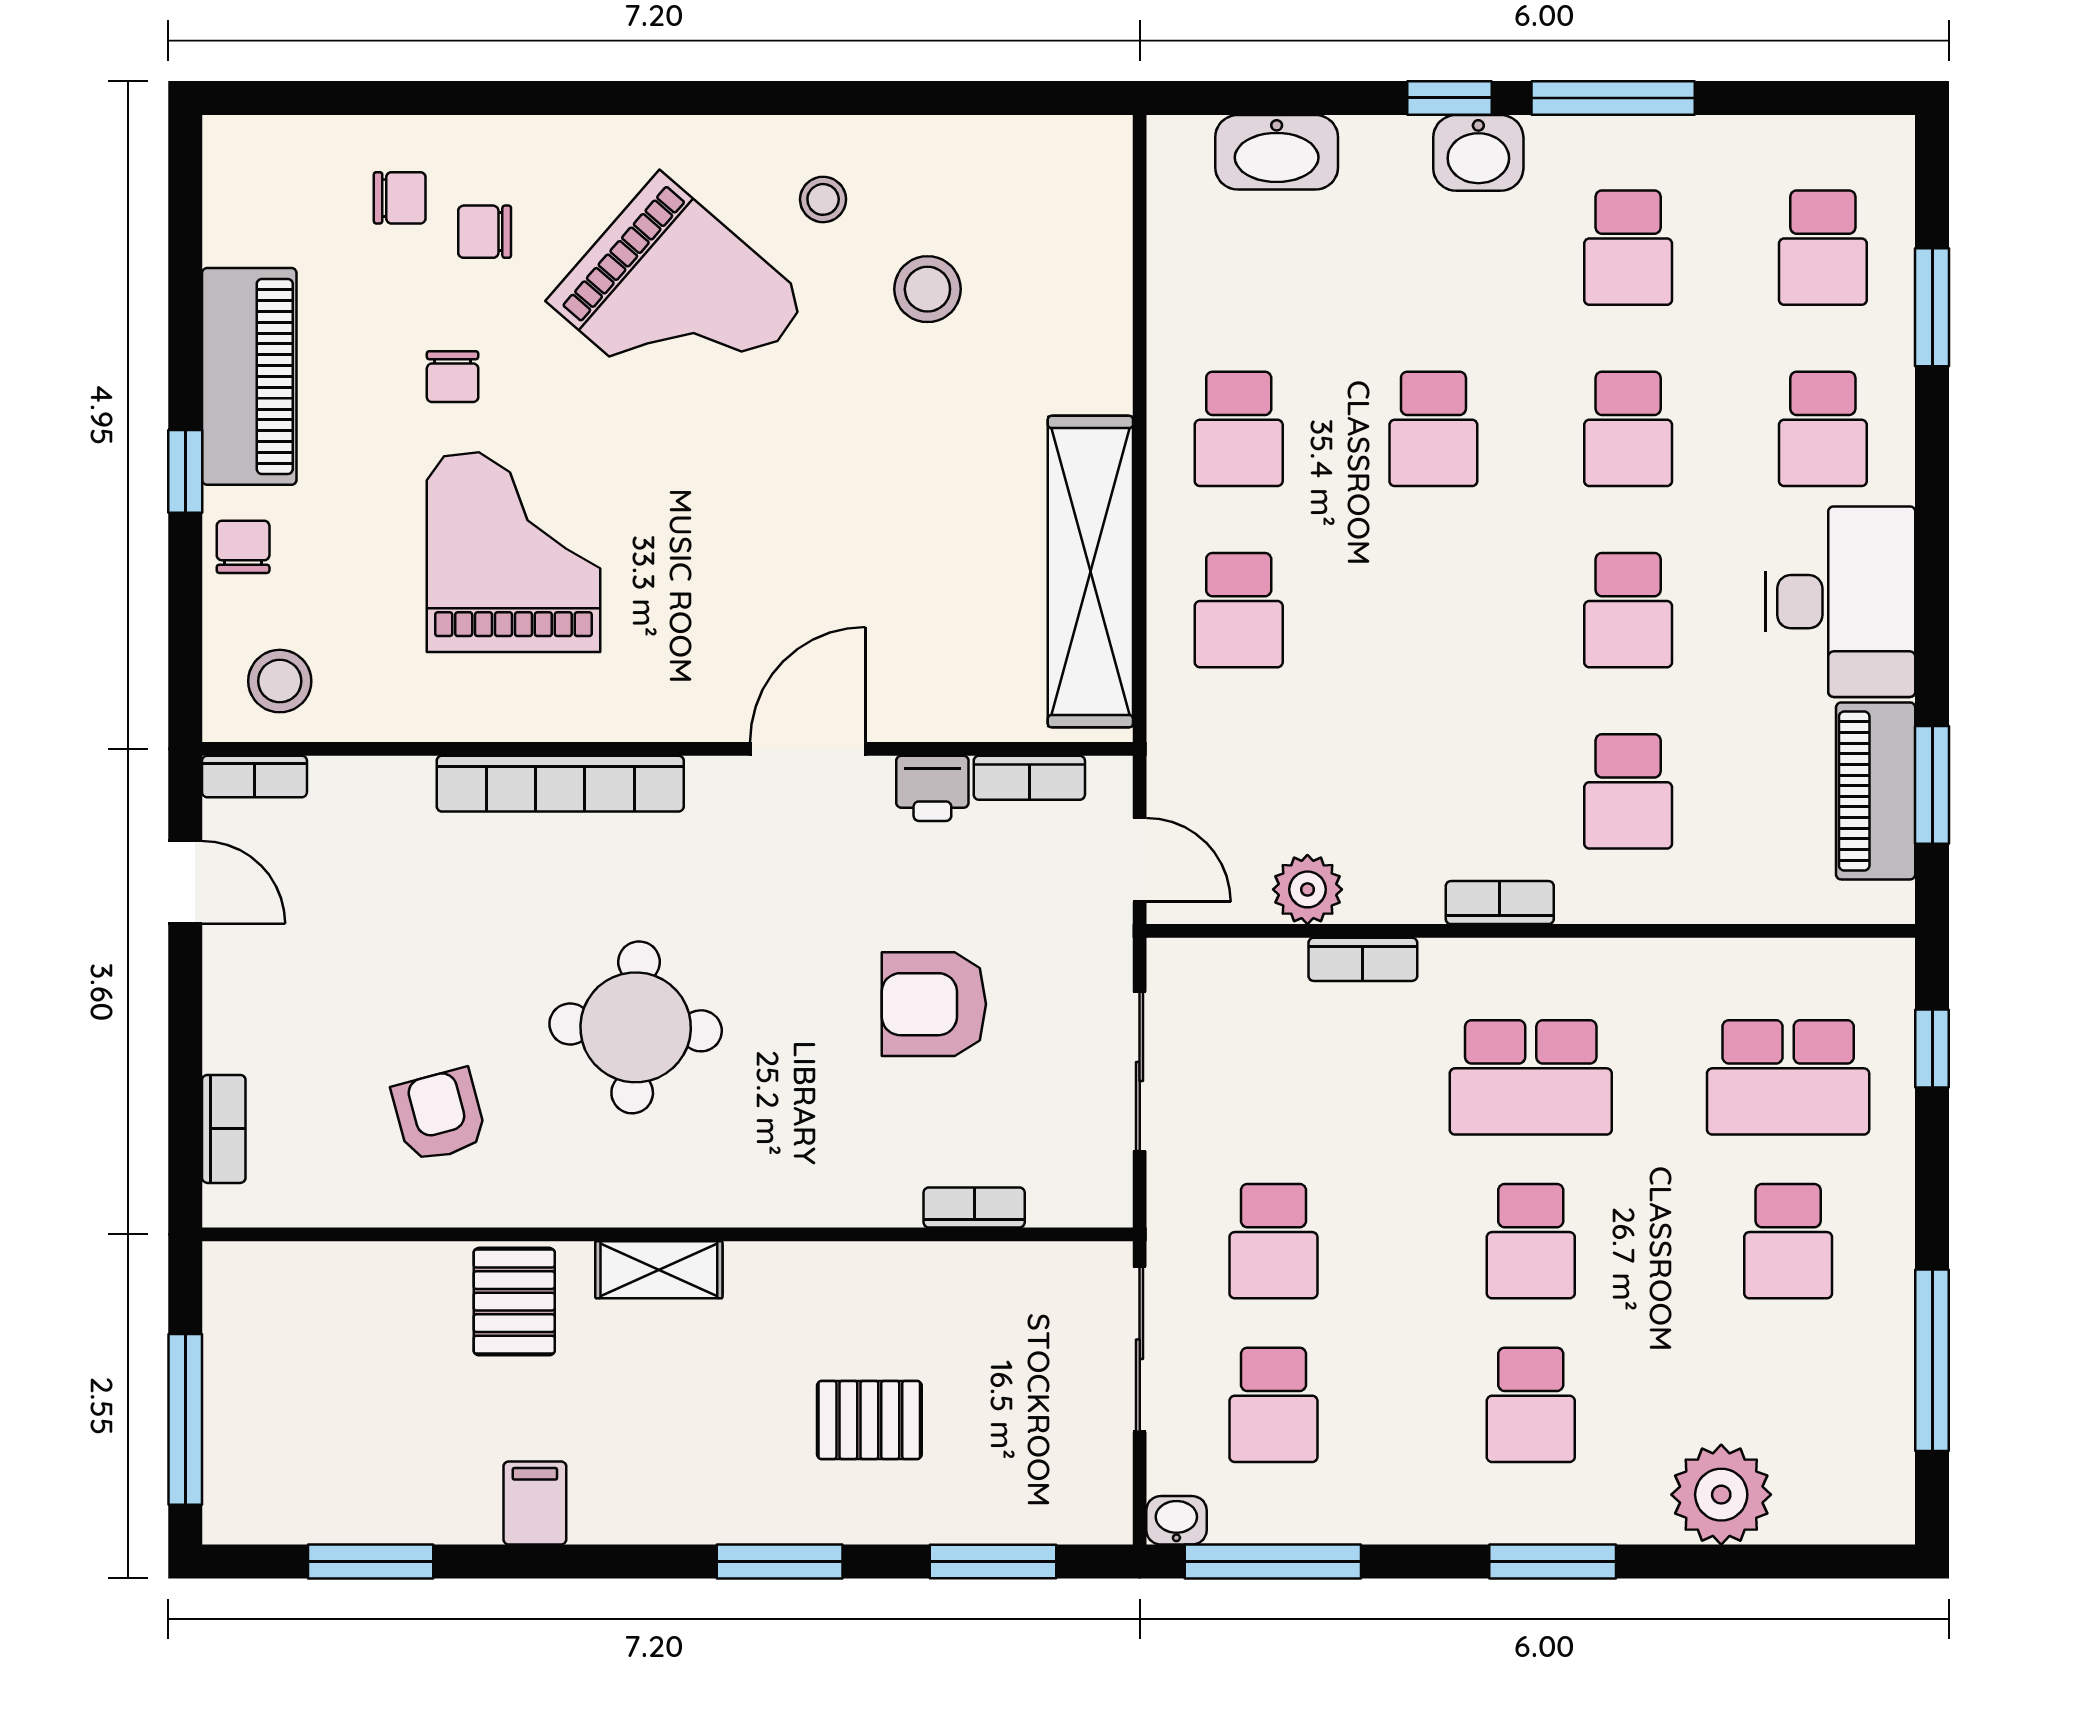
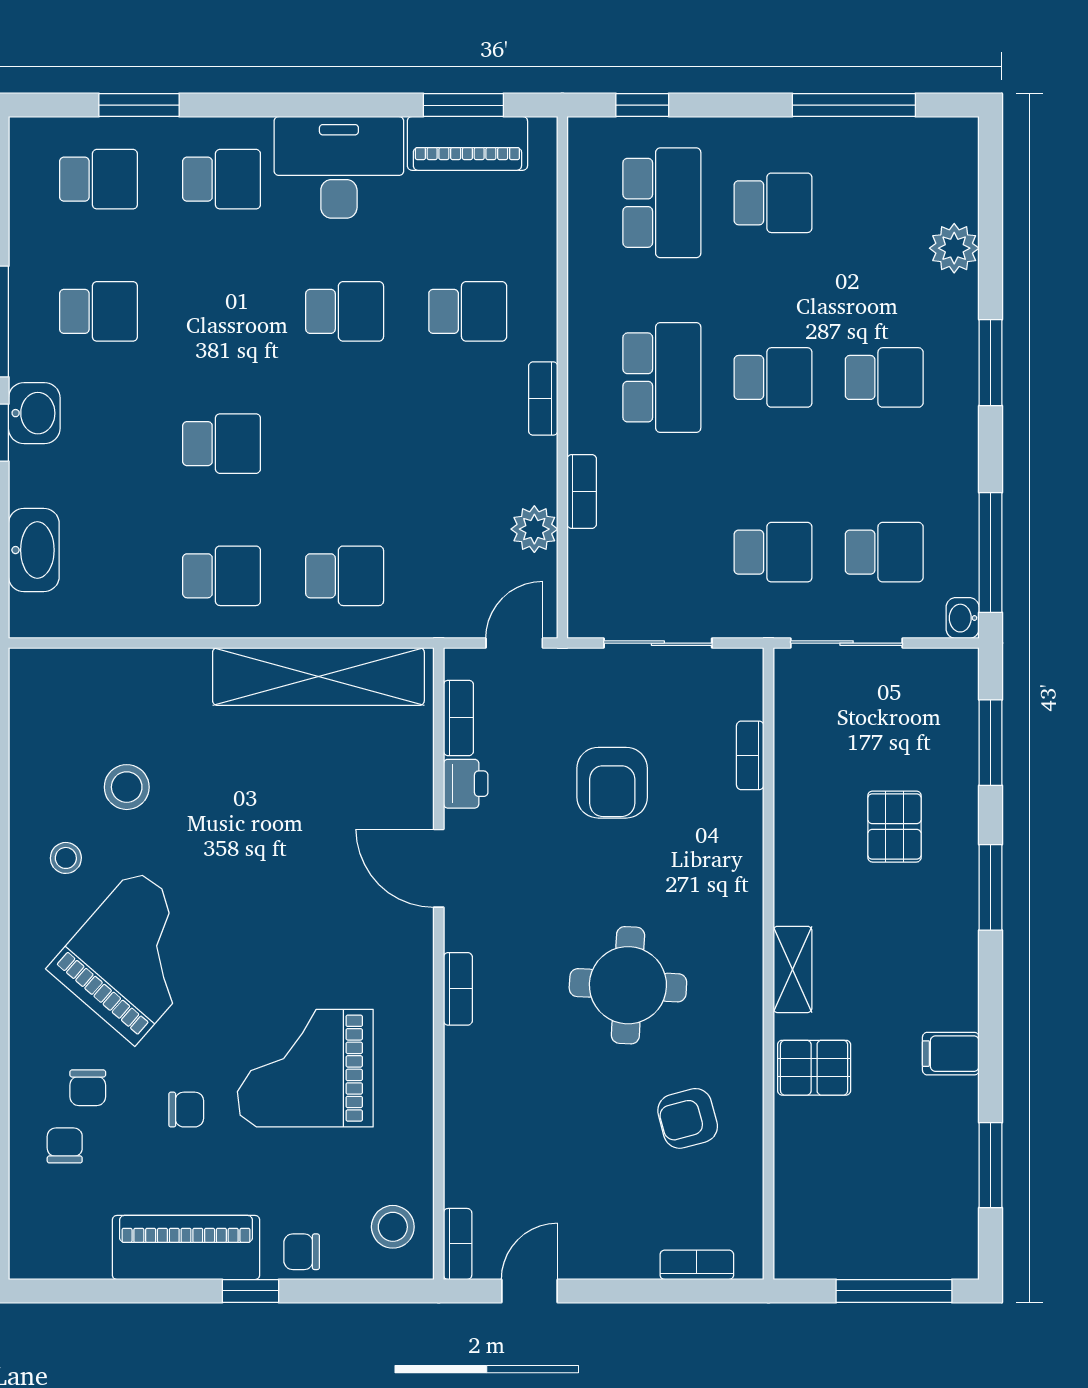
school desk: (1628, 429) -> (222, 311), removed
bookcase: (560, 784) -> (458, 989), width x0.43, depth x0.76
plant: (1721, 1495) -> (954, 248), width x0.73, depth x0.73

